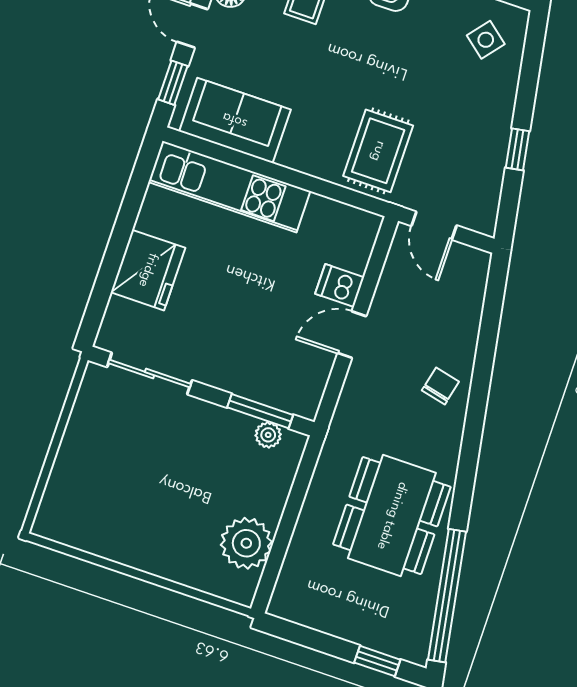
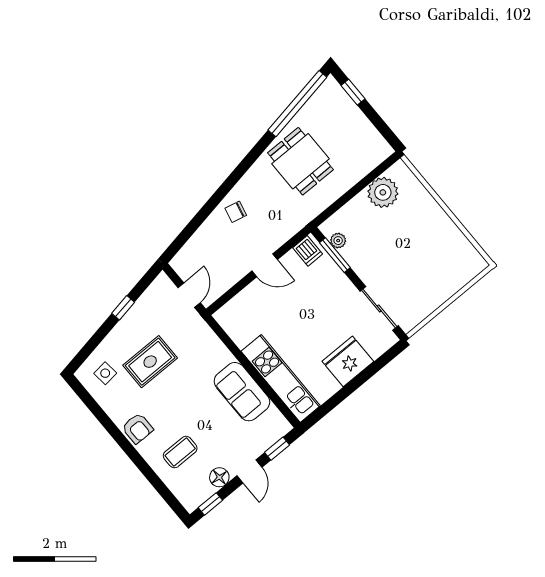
side table: (486, 40) -> (105, 373), turned 45
sofa: (235, 120) -> (242, 392), moved
rug: (378, 151) -> (150, 362), moved
dishwasher: (340, 285) -> (308, 251), moved
dining table: (392, 516) -> (300, 161), width x0.73

